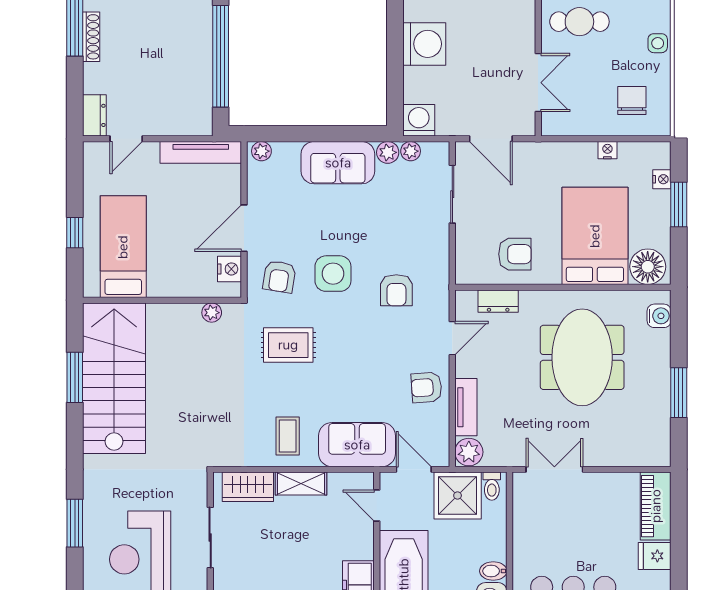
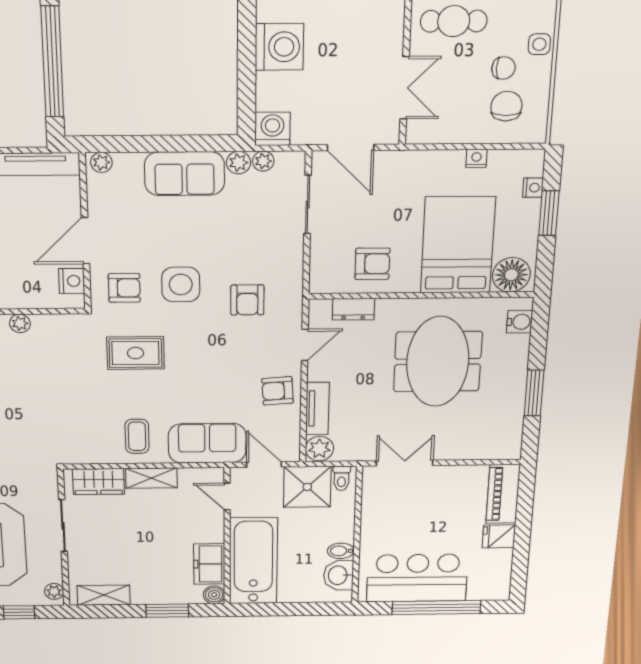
chair: (627, 65) -> (503, 68), added
armchair: (279, 277) -> (124, 288), turned -99
plant: (212, 313) -> (20, 323), moved

